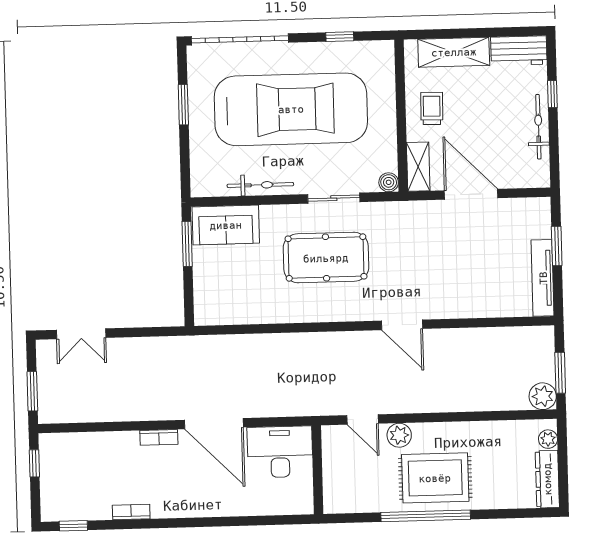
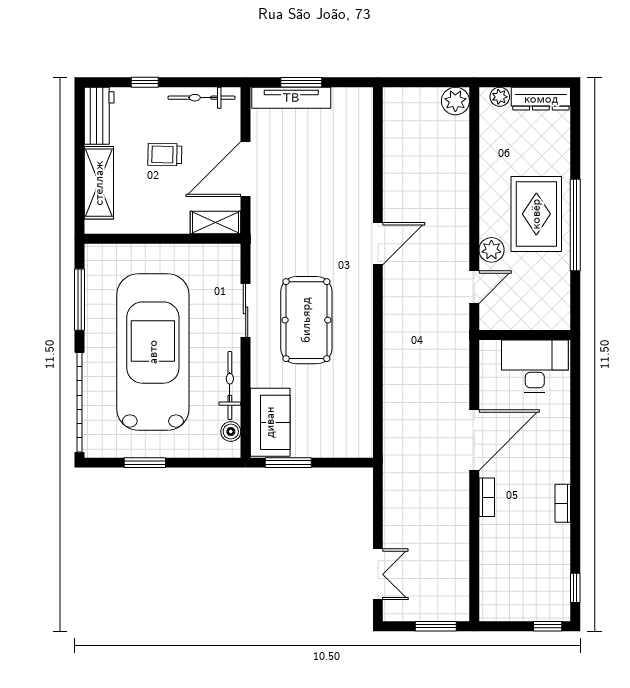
window: (340, 37) -> (79, 300), width x2.17
trolley: (432, 108) -> (165, 155), moved
bicycle: (538, 127) -> (202, 98), moved
boiler: (389, 182) -> (231, 432), moved
tv unit: (543, 278) -> (291, 98), moved
window: (560, 373) -> (432, 82), removed
desk: (280, 452) -> (535, 366), moved, turned 90
window: (34, 463) -> (548, 626), moved
bookcase: (131, 512) -> (563, 503), moved

